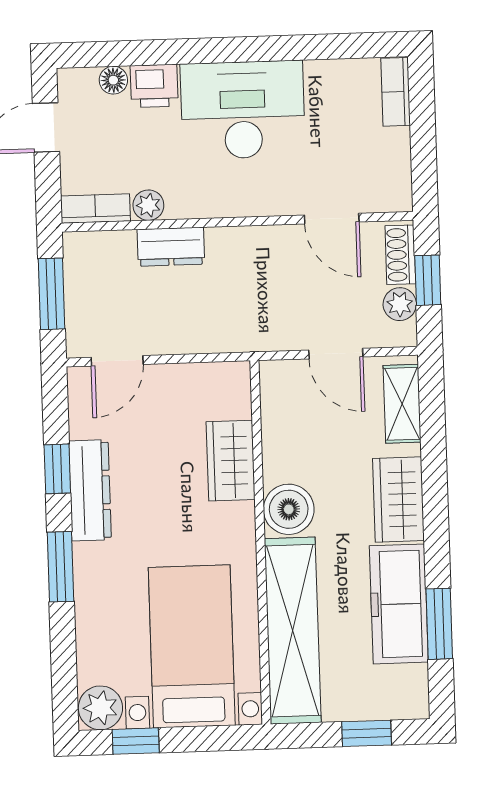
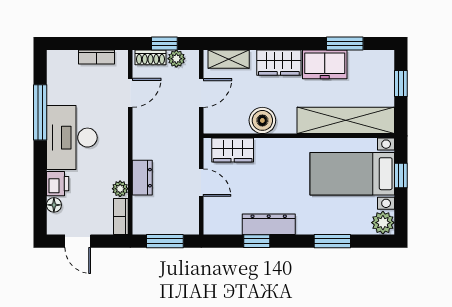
window: (289, 48) -> (40, 112), added
bookcase: (396, 92) -> (96, 57), moved
door: (117, 361) -> (201, 183), moved
wardrobe: (231, 461) -> (233, 150), moved
boiler: (289, 509) -> (262, 120), moved
window: (61, 567) -> (332, 241), moved
freezer: (399, 604) -> (325, 64), width x0.71
window: (136, 741) -> (401, 176), moved

